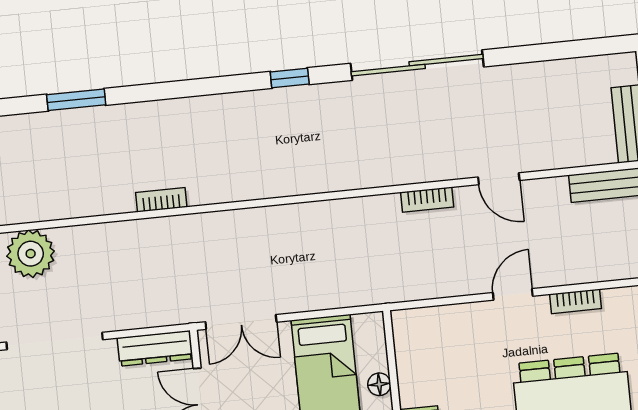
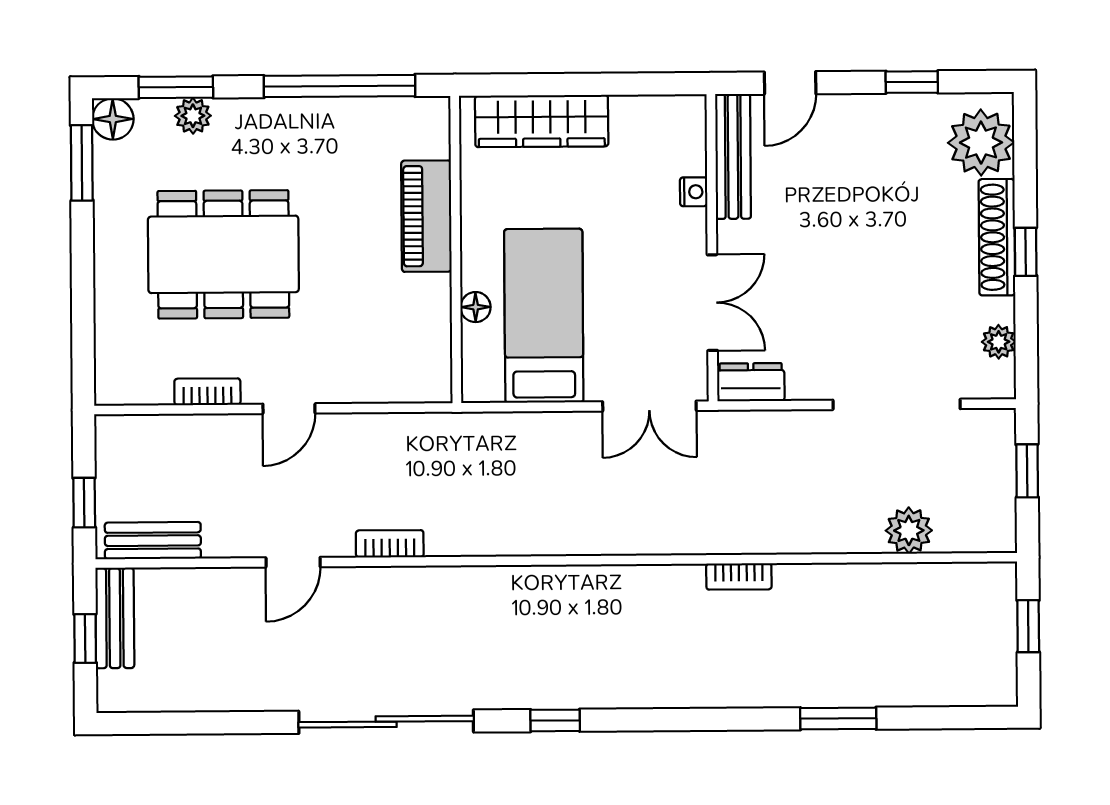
door: (499, 179) -> (293, 562), swing flipped
plant: (31, 254) -> (909, 530), width x0.73, depth x0.73
double door: (241, 322) -> (649, 406), swing flipped
dresser: (155, 348) -> (751, 382), width x0.70

